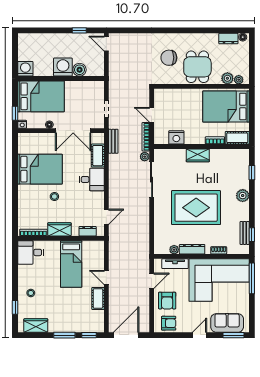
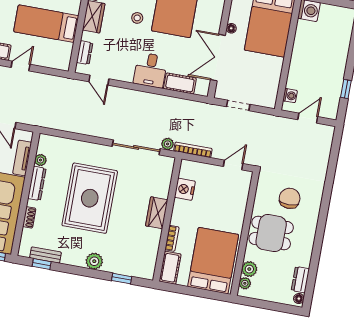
door: (106, 44) -> (308, 118), moved
washing machine: (63, 67) -> (290, 96), moved, width x0.53, depth x0.53
boiler: (80, 70) -> (295, 80), removed
door: (152, 115) -> (233, 165), moved
bench: (113, 141) -> (195, 107), removed

